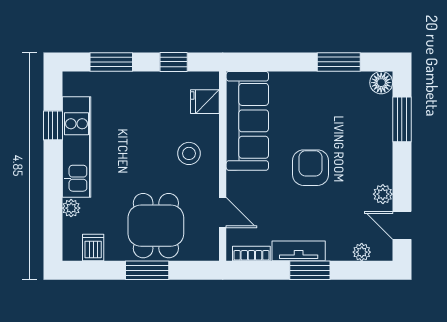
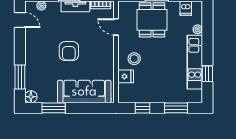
fridge: (205, 102) -> (126, 76), moved
sofa: (247, 121) -> (84, 92), moved, turned 90
plant: (383, 194) -> (30, 37), removed

